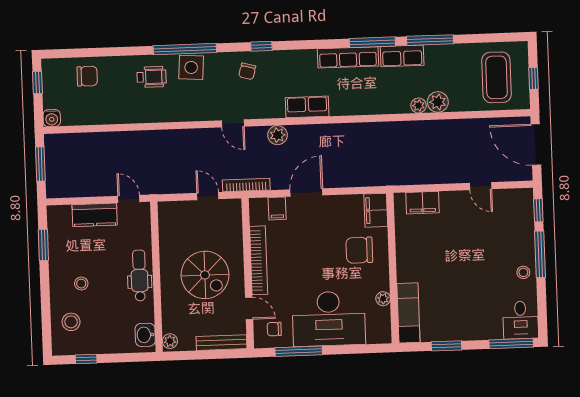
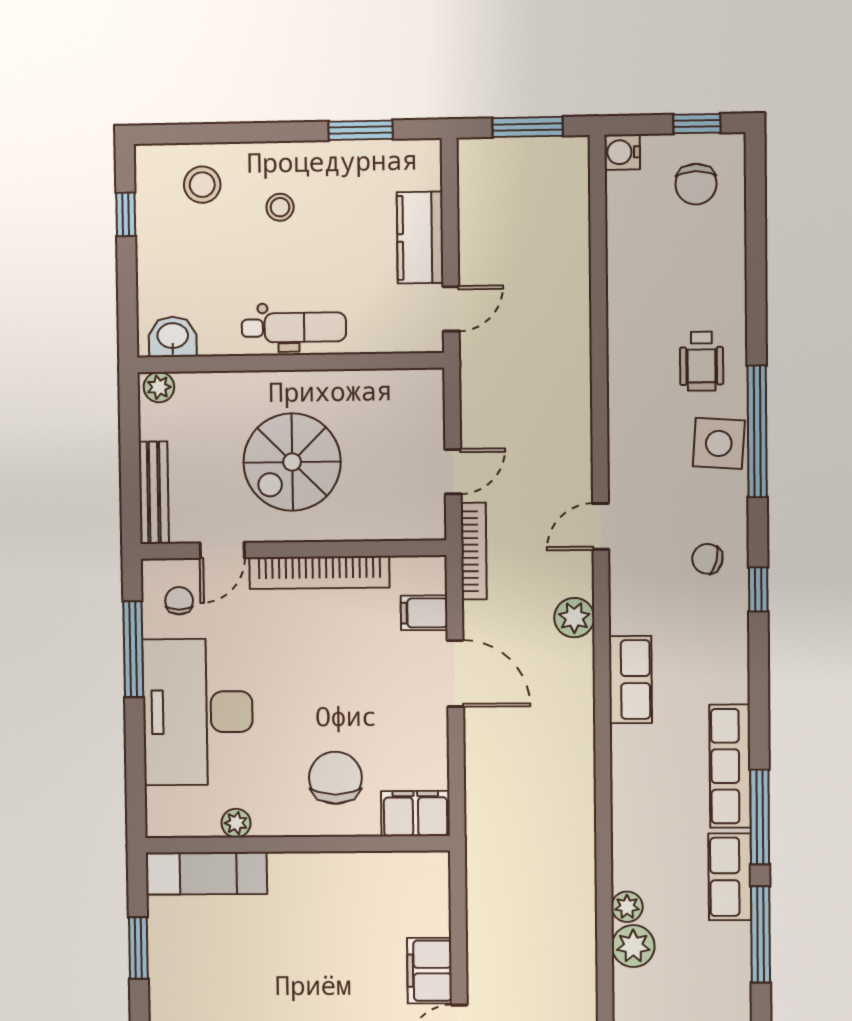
chair: (87, 76) -> (696, 184), moved
filing cabinet: (423, 203) -> (430, 971), moved

